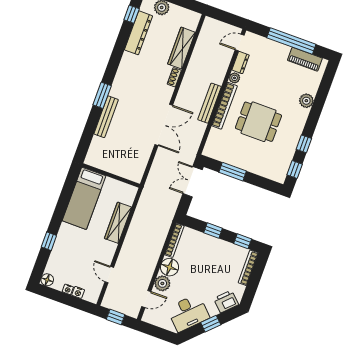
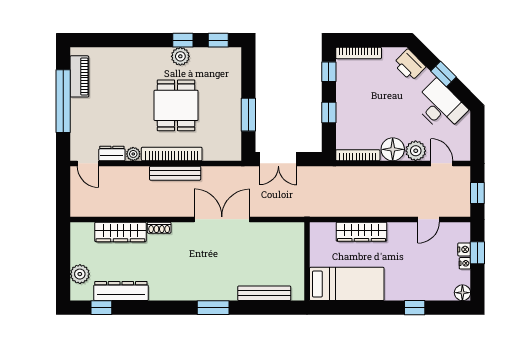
plant: (306, 101) -> (180, 56), moved
bench: (106, 117) -> (264, 293), moved
window: (72, 301) -> (477, 253), added

